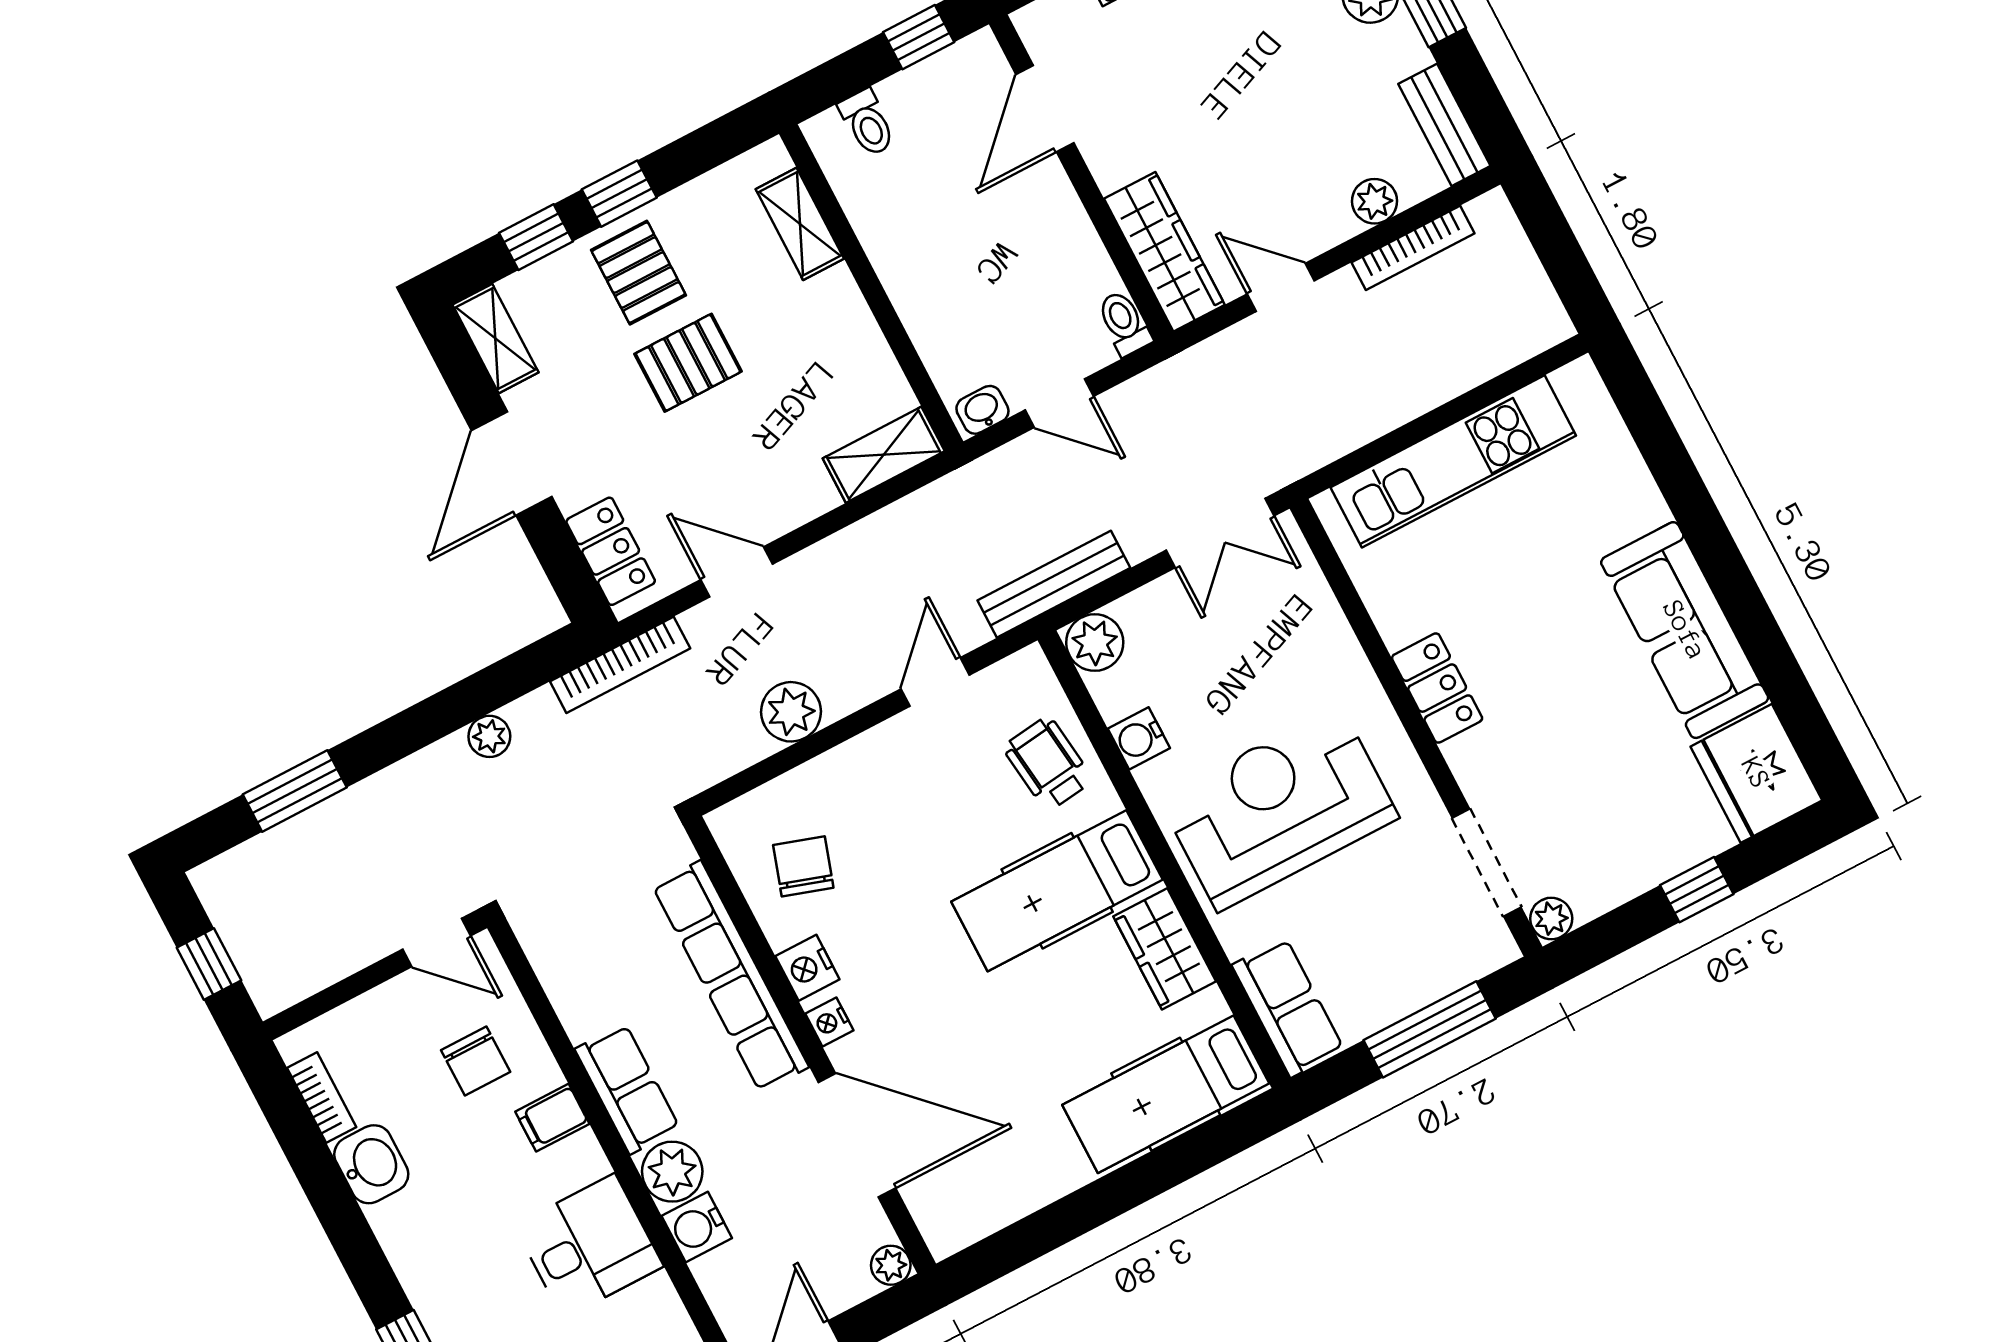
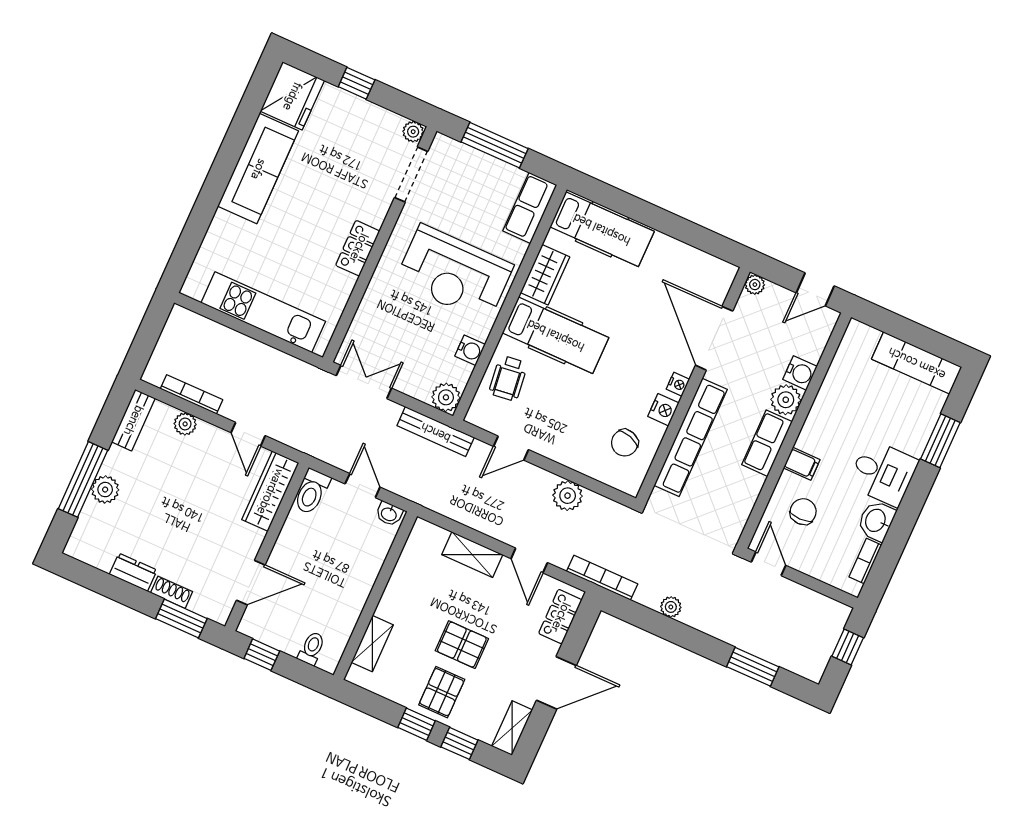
toilet: (1124, 323) -> (312, 492), width x1.37, depth x1.39
shelving: (884, 455) -> (472, 555), moved
desk: (589, 1246) -> (883, 473), moved, turned 180

